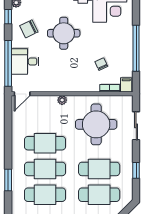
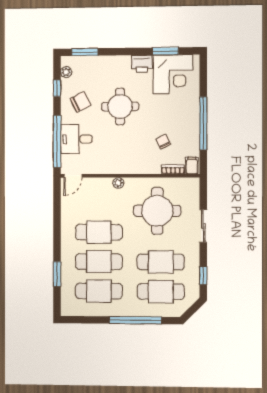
chair: (29, 29) -> (80, 102), turned 180
sliding door: (136, 126) -> (203, 226), moved
window: (136, 170) -> (203, 276), moved

